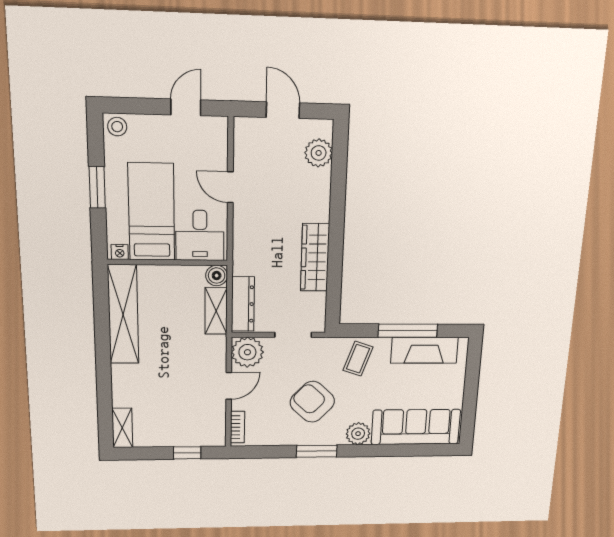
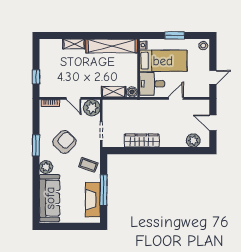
door: (186, 107) -> (213, 77), hinge flipped
door: (283, 110) -> (213, 123), swing flipped
dresser: (243, 304) -> (117, 105), removed
shelving: (122, 428) -> (74, 44), moved

